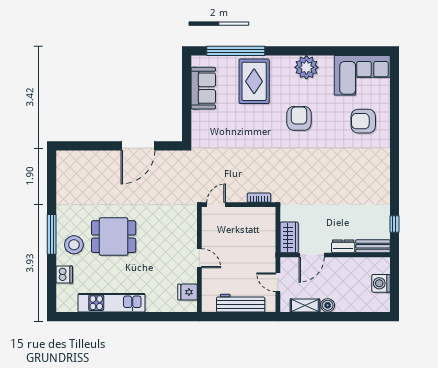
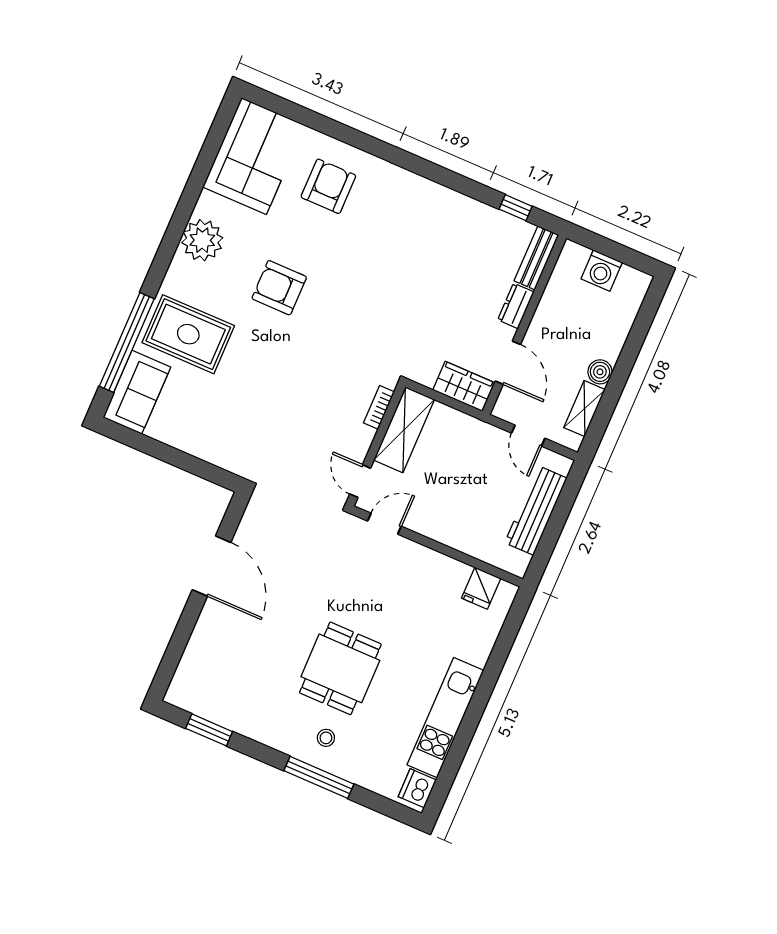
sofa: (203, 88) -> (137, 392), moved, turned 90
armchair: (363, 121) -> (328, 186), turned 180
window: (52, 182) -> (209, 730), added
shelving: (253, 216) -> (404, 430), added
window: (52, 234) -> (319, 777), moved
stool: (74, 245) -> (326, 738), width x0.53, depth x0.53
door: (199, 258) -> (384, 524), moved
dishwasher: (64, 275) -> (417, 788), moved, turned -90
door: (278, 282) -> (528, 436), hinge flipped

